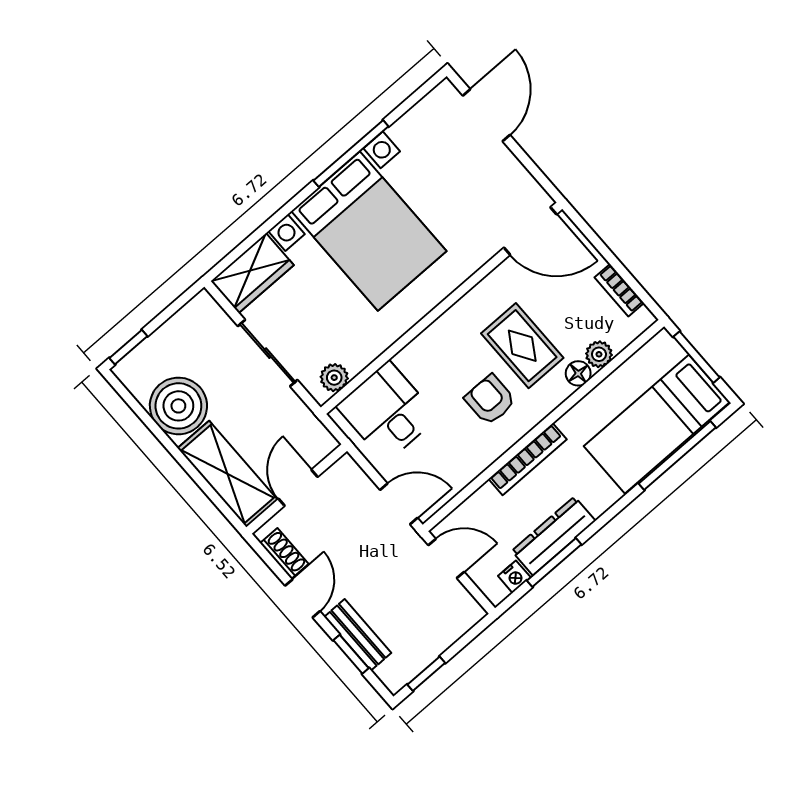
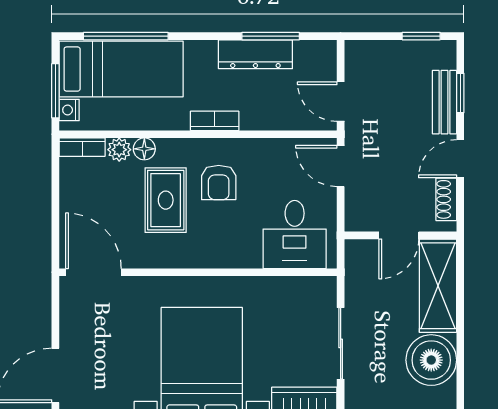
bookcase: (619, 290) -> (82, 147), moved, turned 90
plant: (334, 378) -> (310, 288), removed
bookcase: (528, 459) -> (215, 121), width x0.64
nightstand: (514, 577) -> (69, 110), moved, turned -90

